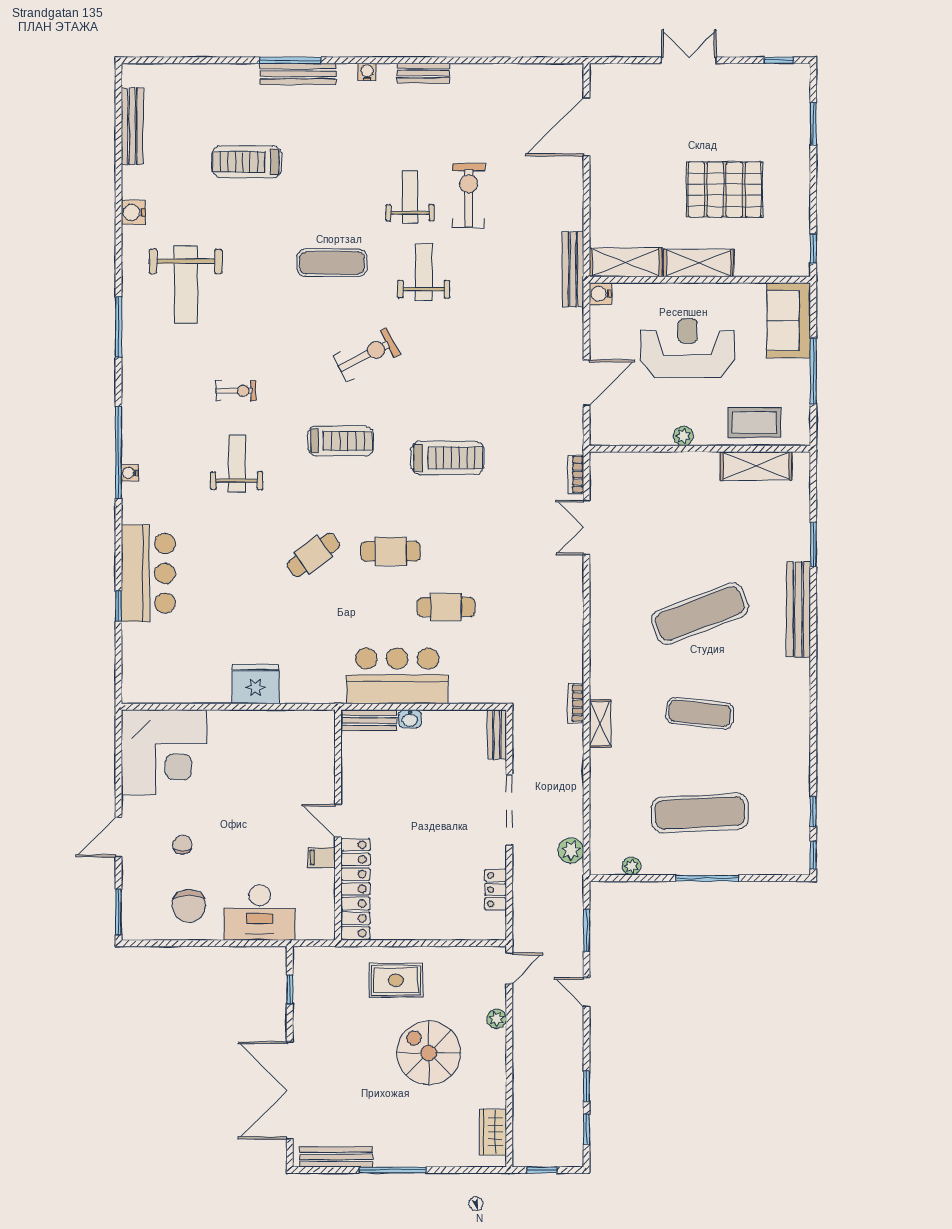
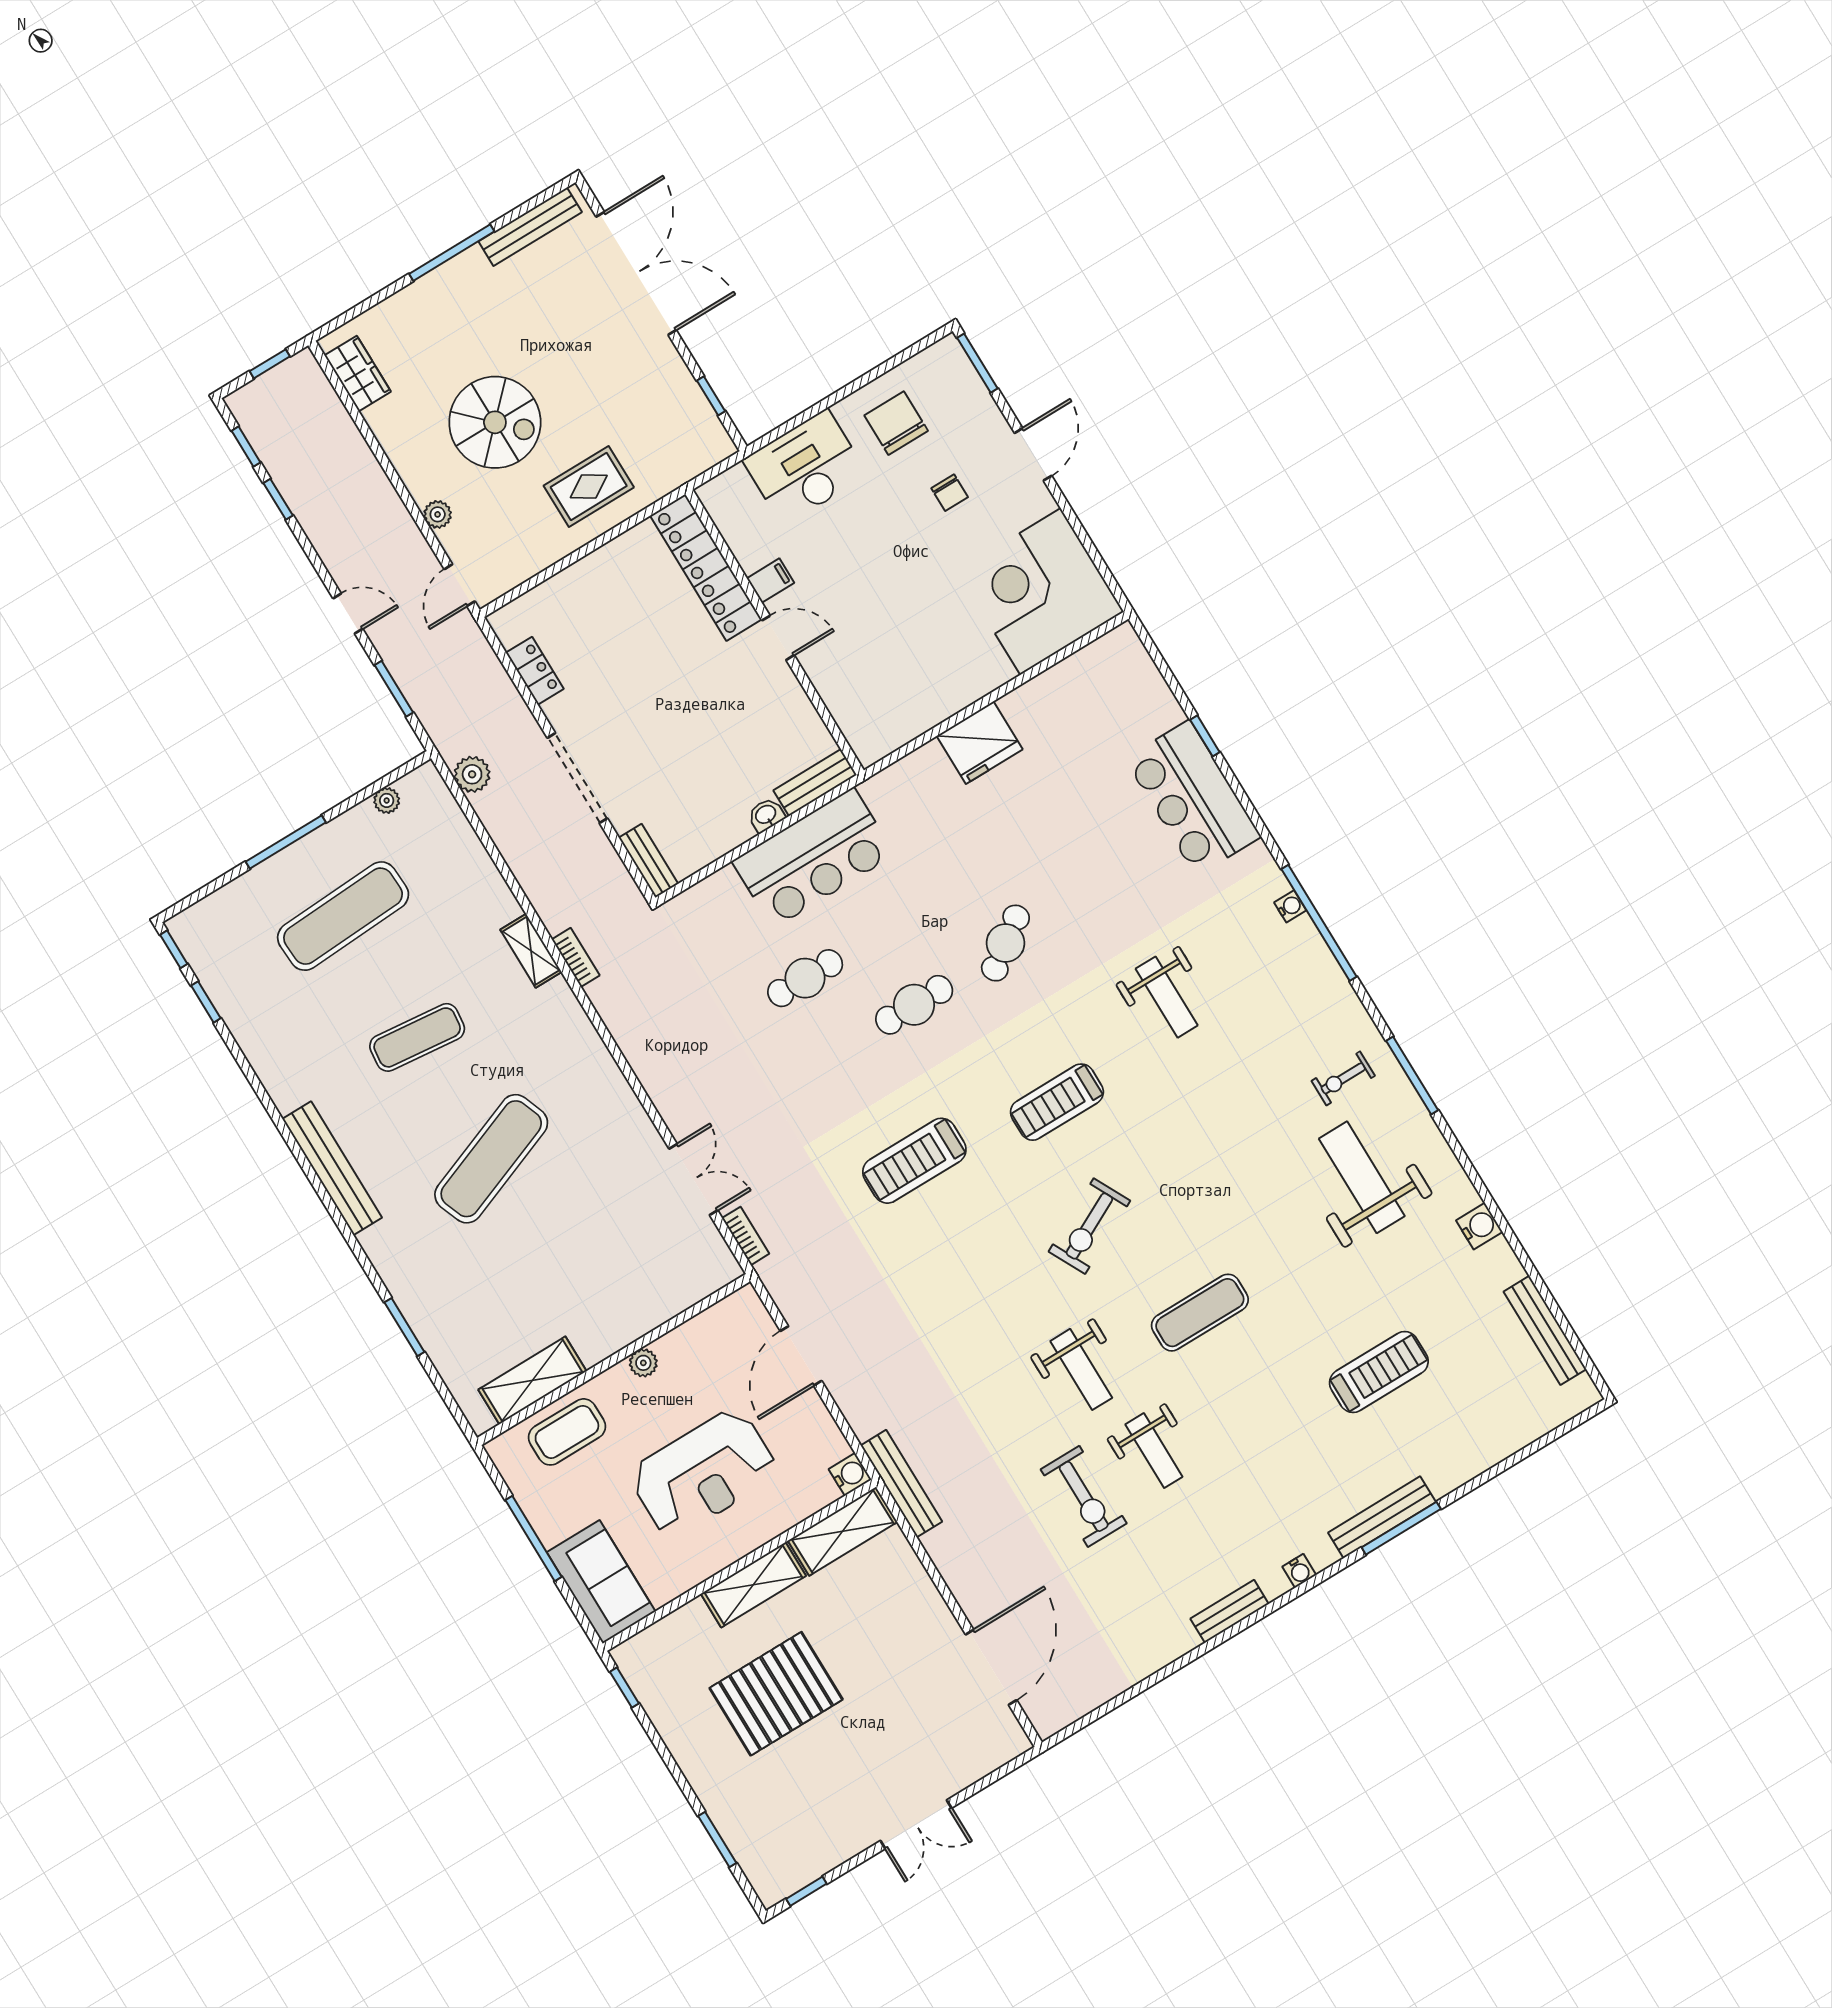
exercise bike: (236, 391) -> (1343, 1078), moved
bench: (798, 610) -> (332, 1168), moved

